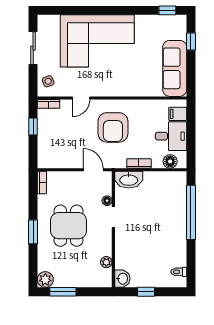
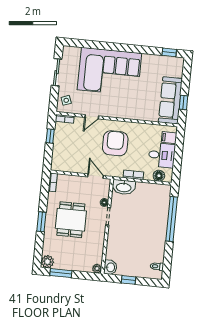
window: (191, 42) -> (184, 103), moved
armchair: (113, 127) -> (115, 143), turned 180
plant: (106, 262) -> (97, 269), moved

